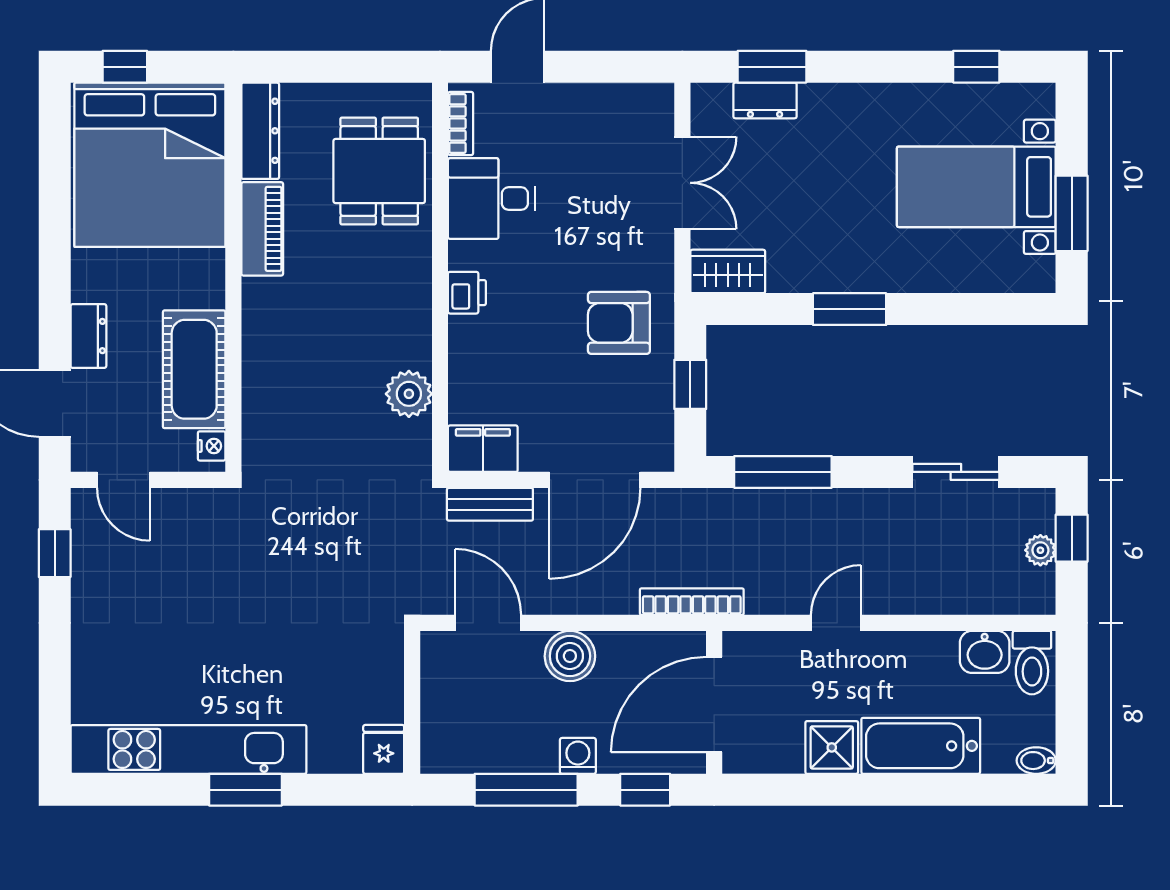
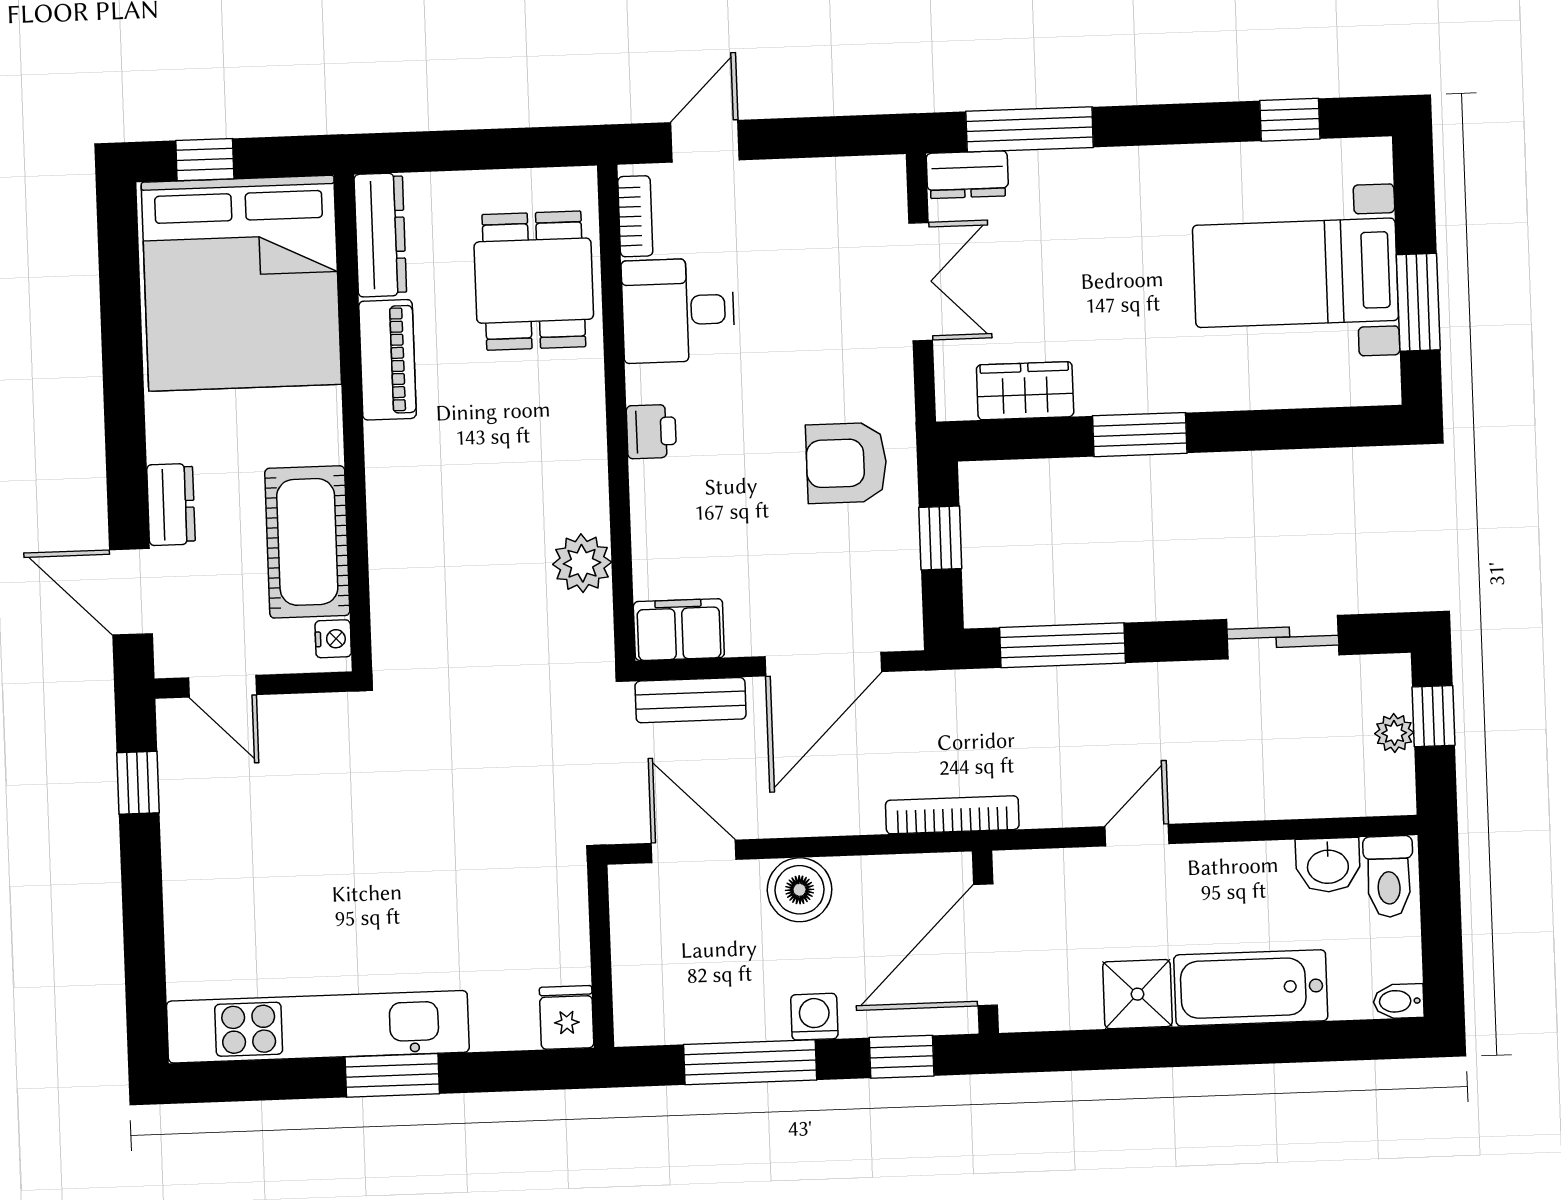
window: (772, 67) -> (1030, 129), width x1.44
dresser: (765, 100) -> (967, 175), moved
wardrobe: (728, 271) -> (1025, 391), moved

